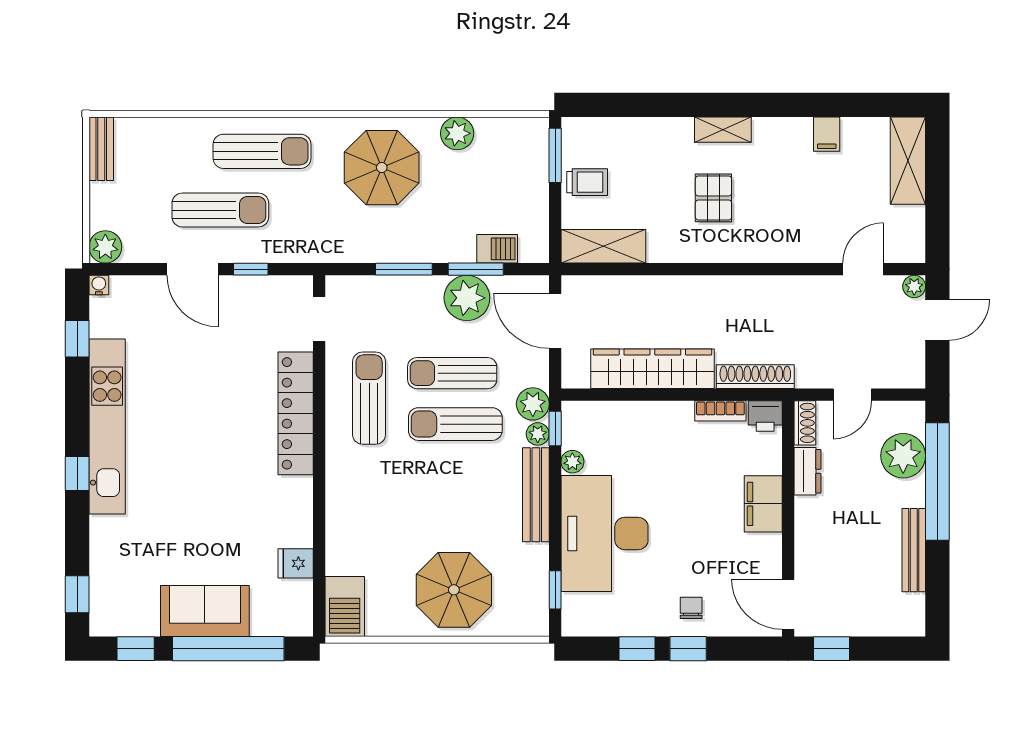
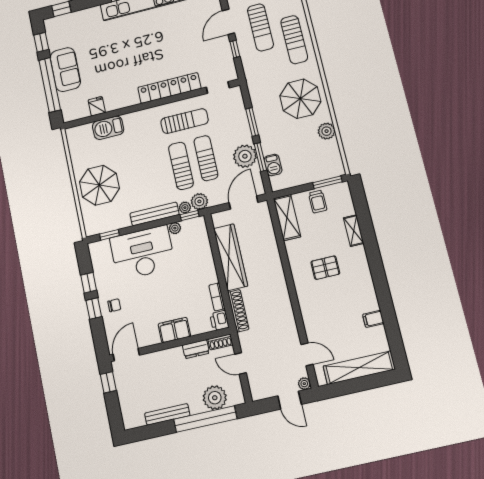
shelving: (723, 130) -> (354, 231), moved
shelving: (908, 161) -> (359, 368), width x1.47
barbecue: (345, 607) -> (108, 128), moved

